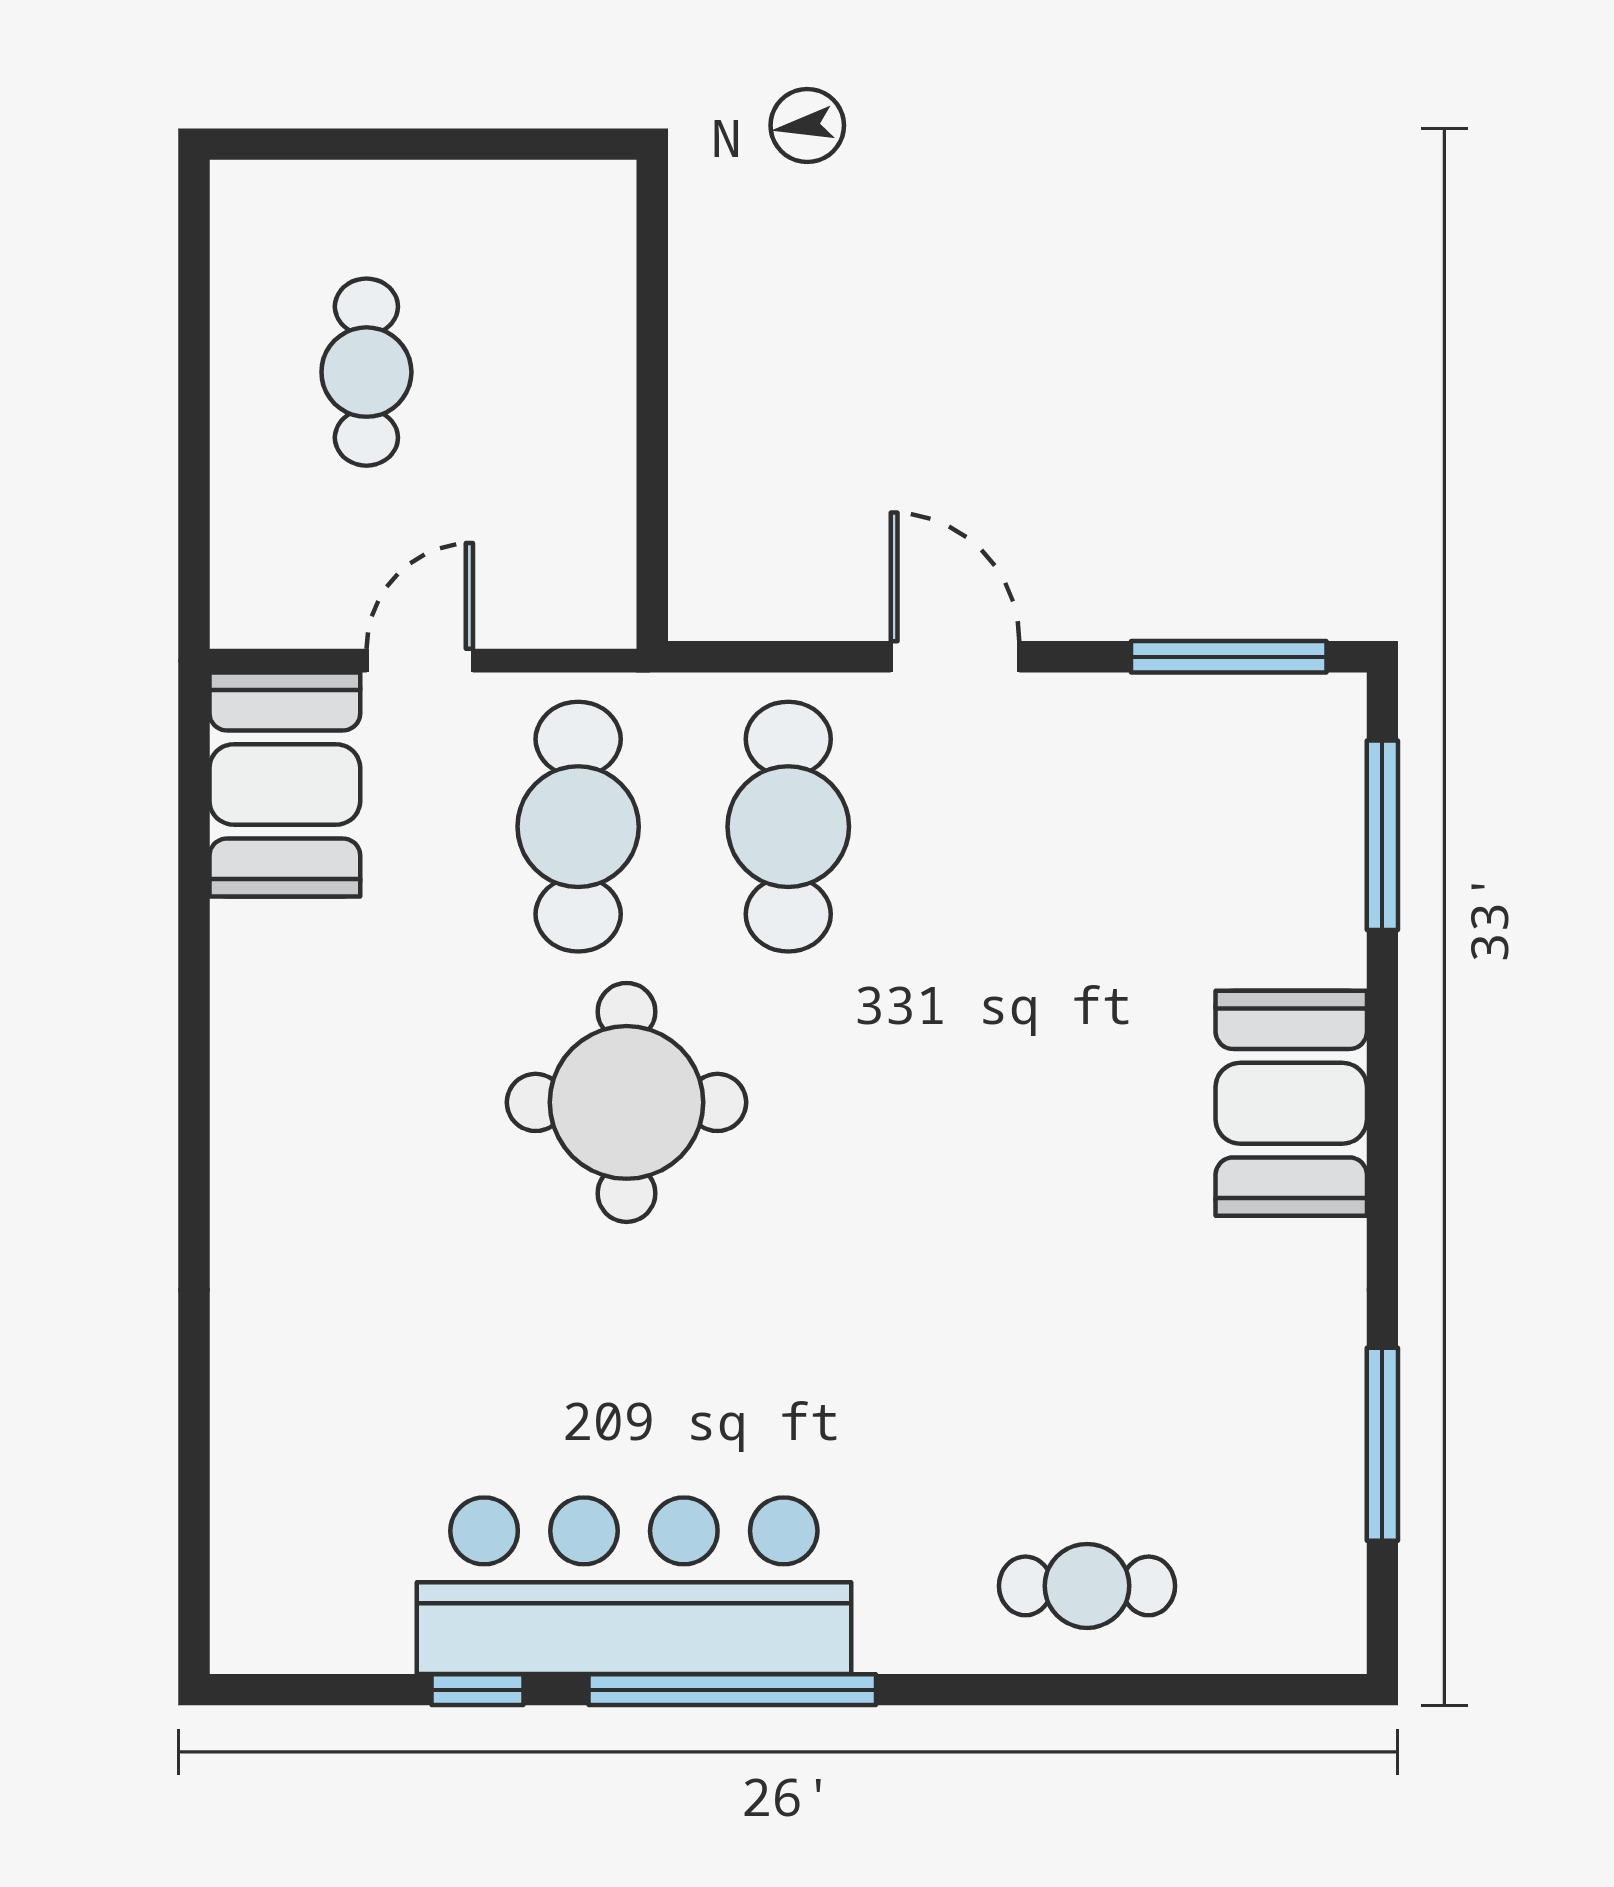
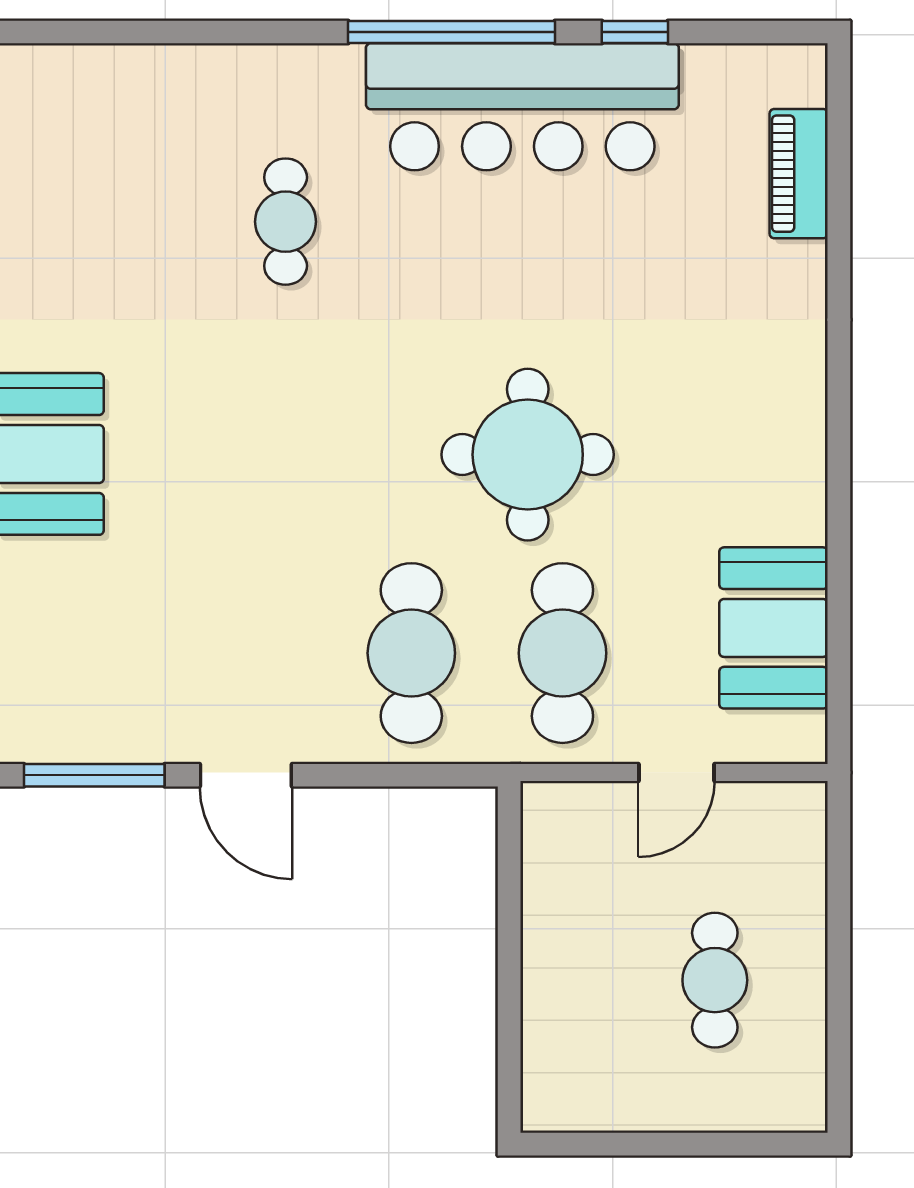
door: (955, 657) -> (246, 775), moved
booth: (285, 784) -> (774, 628), moved
piano: (250, 1493) -> (799, 174), added
cafe table: (1087, 1586) -> (286, 222), moved, turned 90

